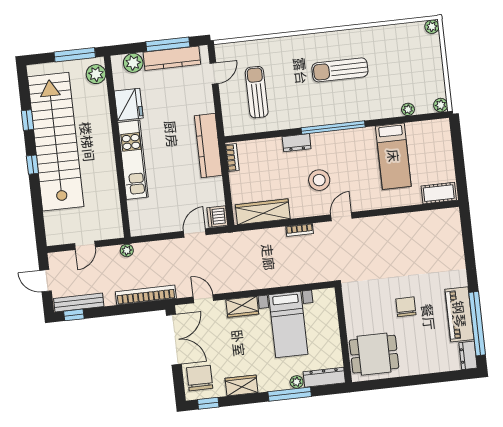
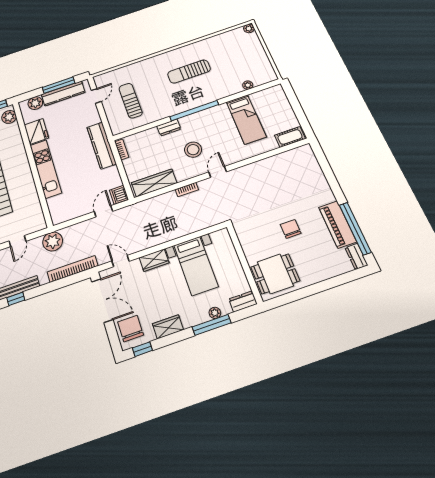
plant: (441, 105) -> (272, 76), removed
plant: (127, 250) -> (53, 241), width x1.88, depth x1.88
dresser: (324, 377) -> (243, 301), width x0.70

